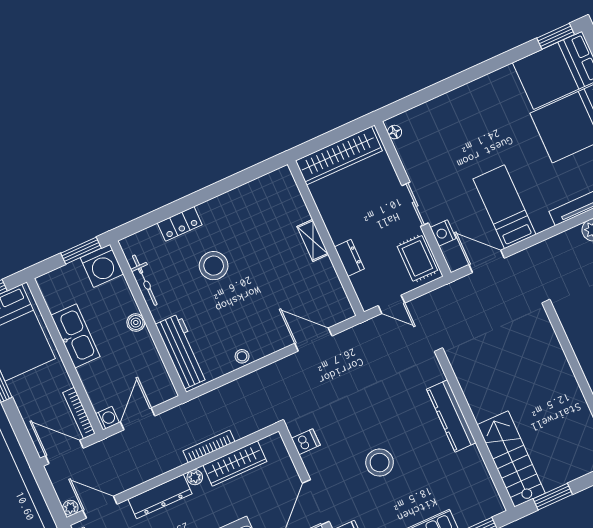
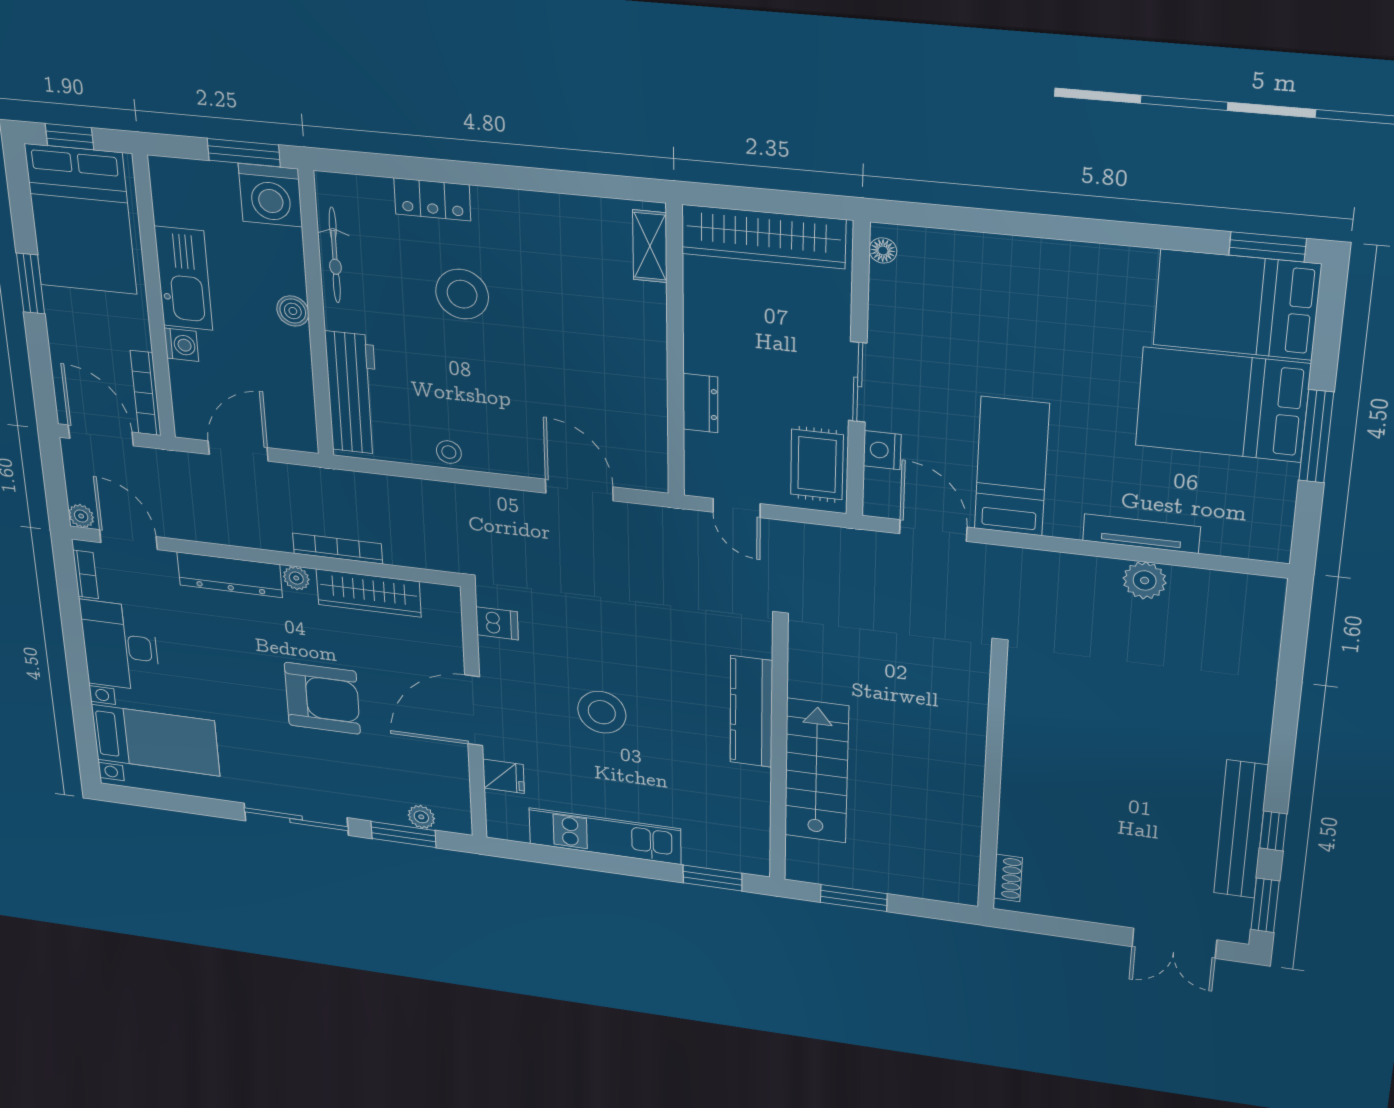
shelving: (313, 240) -> (650, 246), moved
washing machine: (107, 418) -> (181, 345), moved
stairs: (511, 459) -> (816, 771), moved

